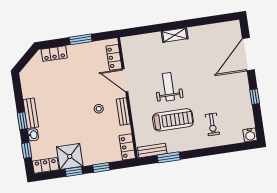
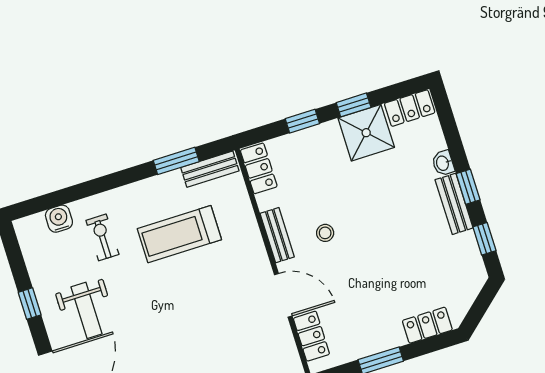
weight bench: (168, 87) -> (87, 310), moved
water cooler: (250, 135) -> (59, 219), moved
window: (27, 150) -> (484, 239), moved

